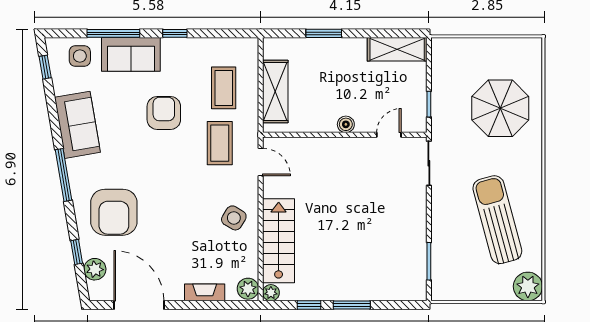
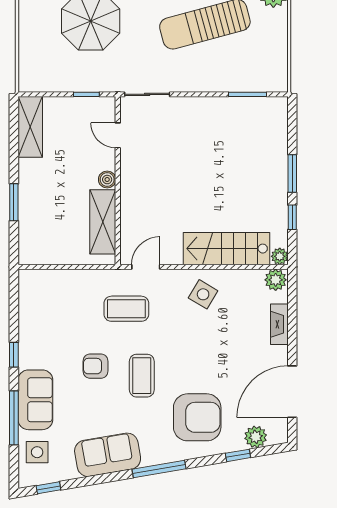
coffee table: (224, 88) -> (142, 376), moved, turned 90
shelving: (275, 92) -> (103, 222), moved, turned 90
armchair: (164, 113) -> (95, 366), width x0.72, depth x0.72

